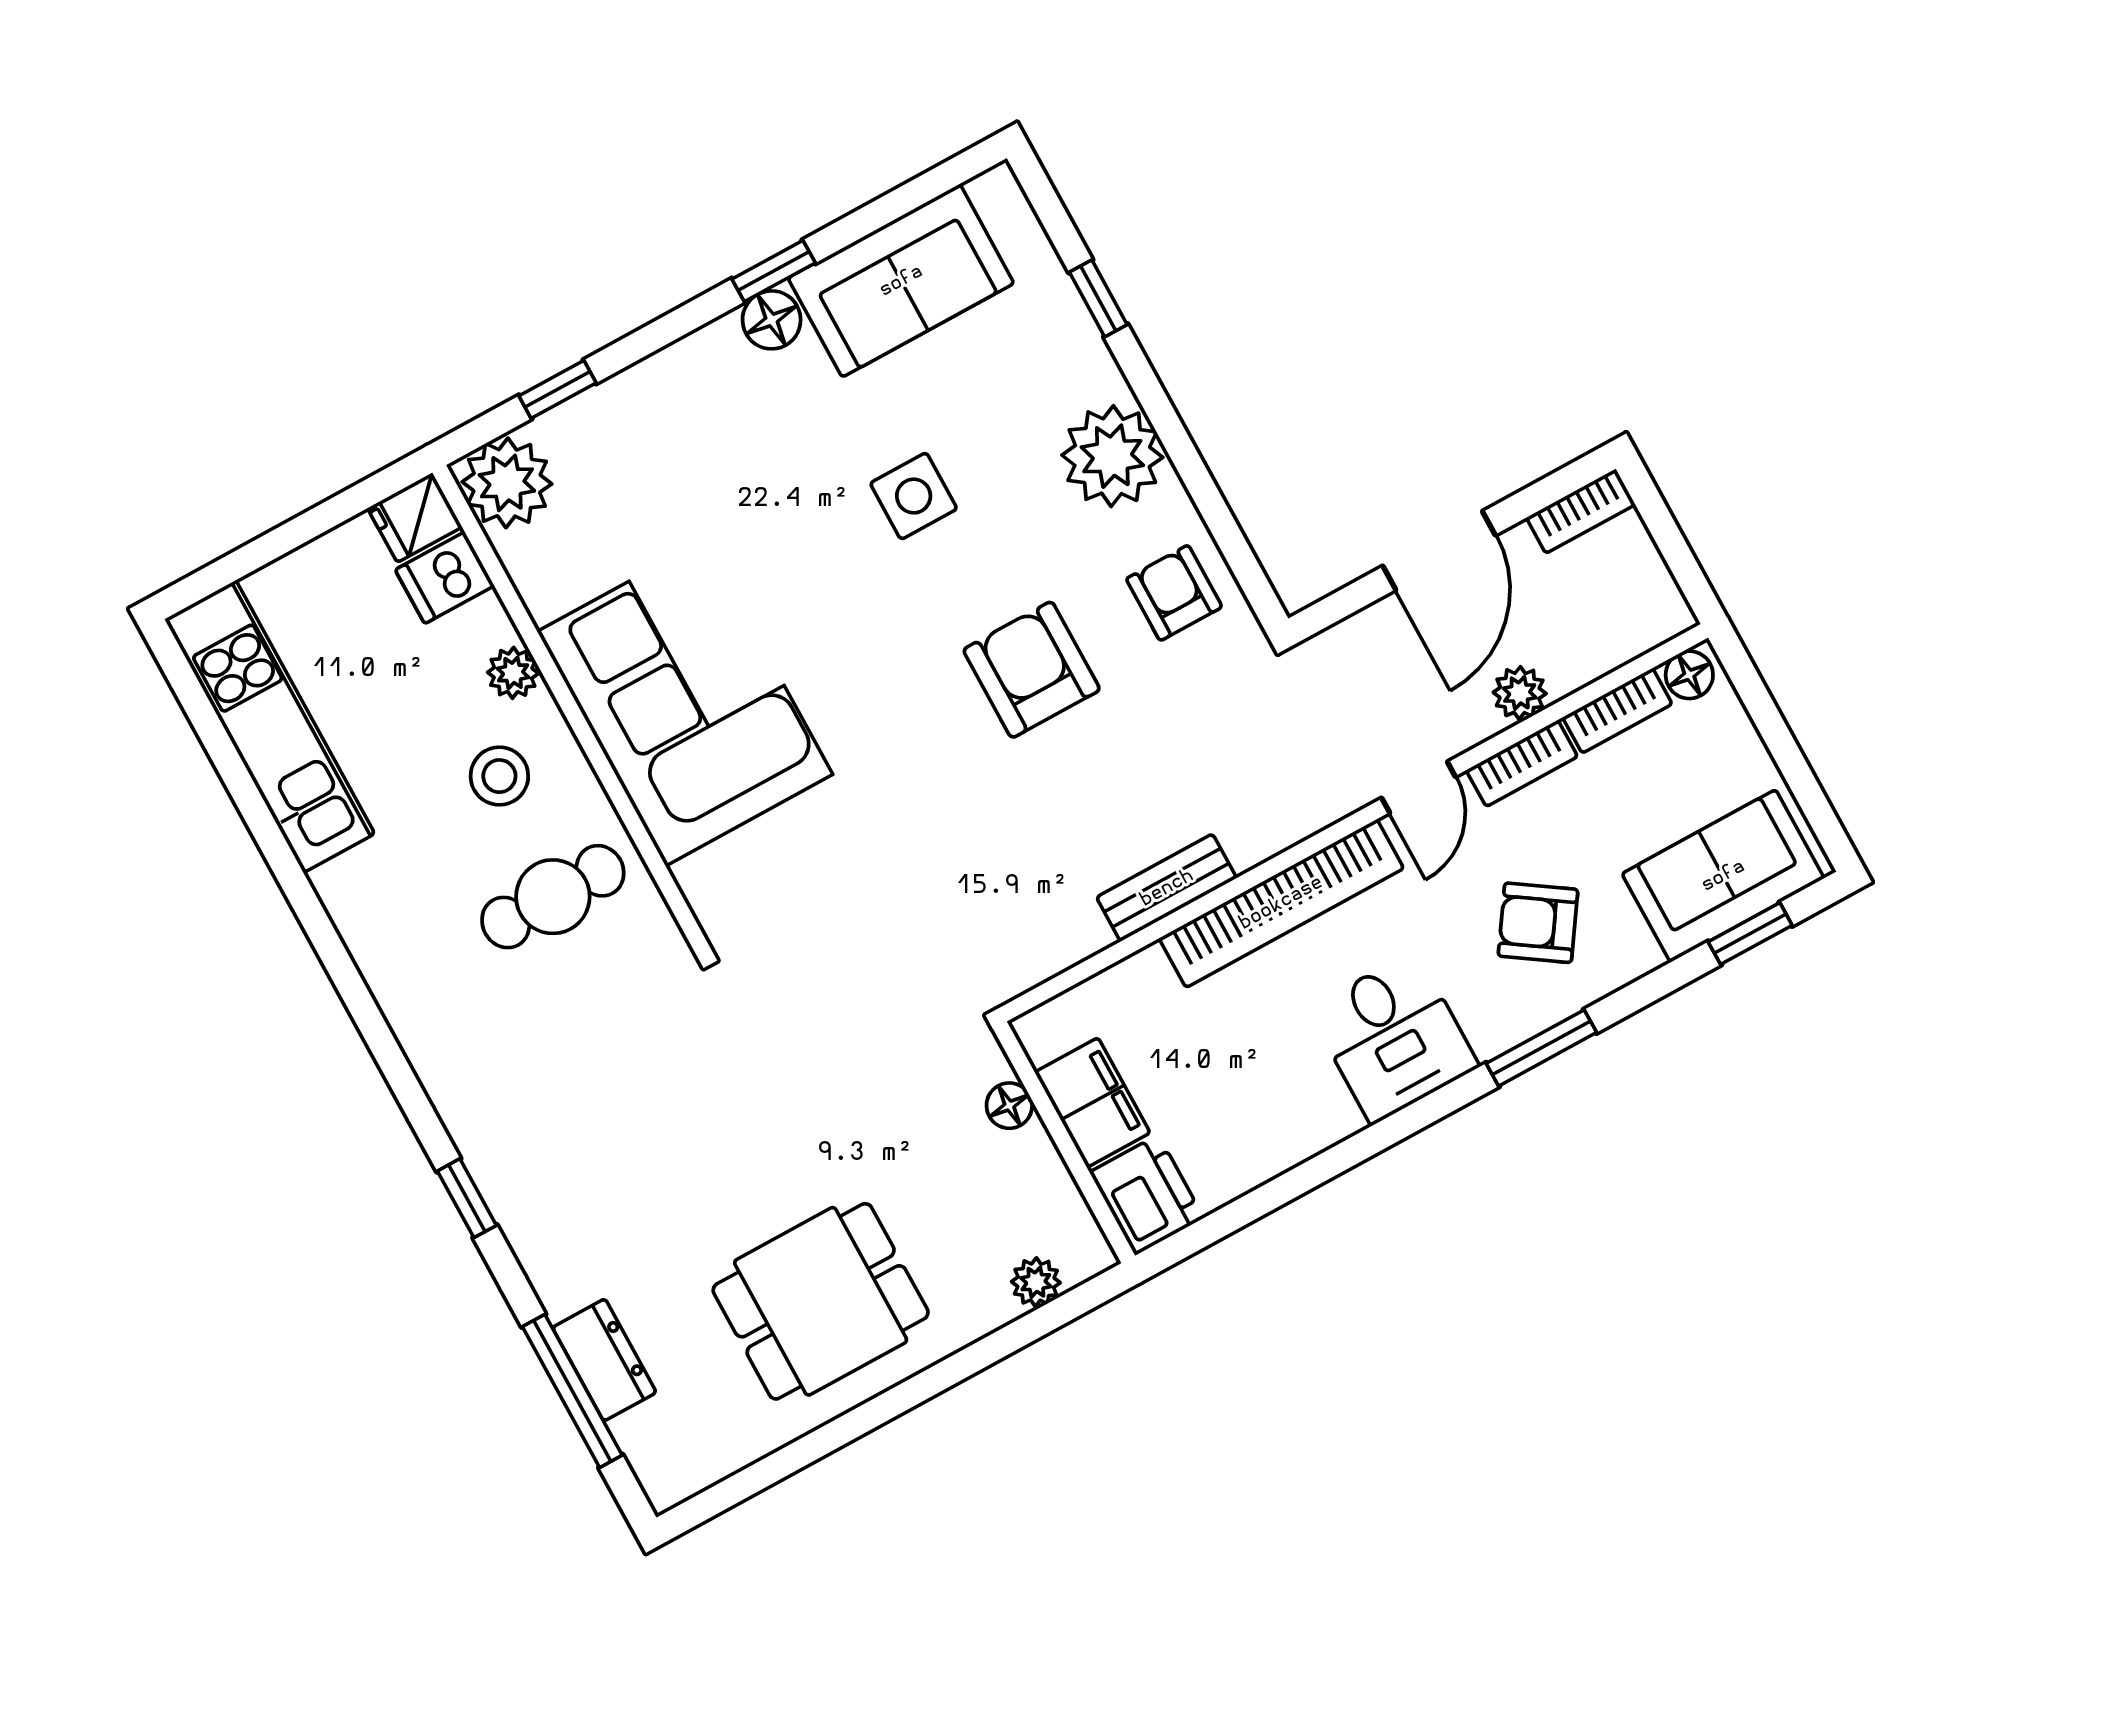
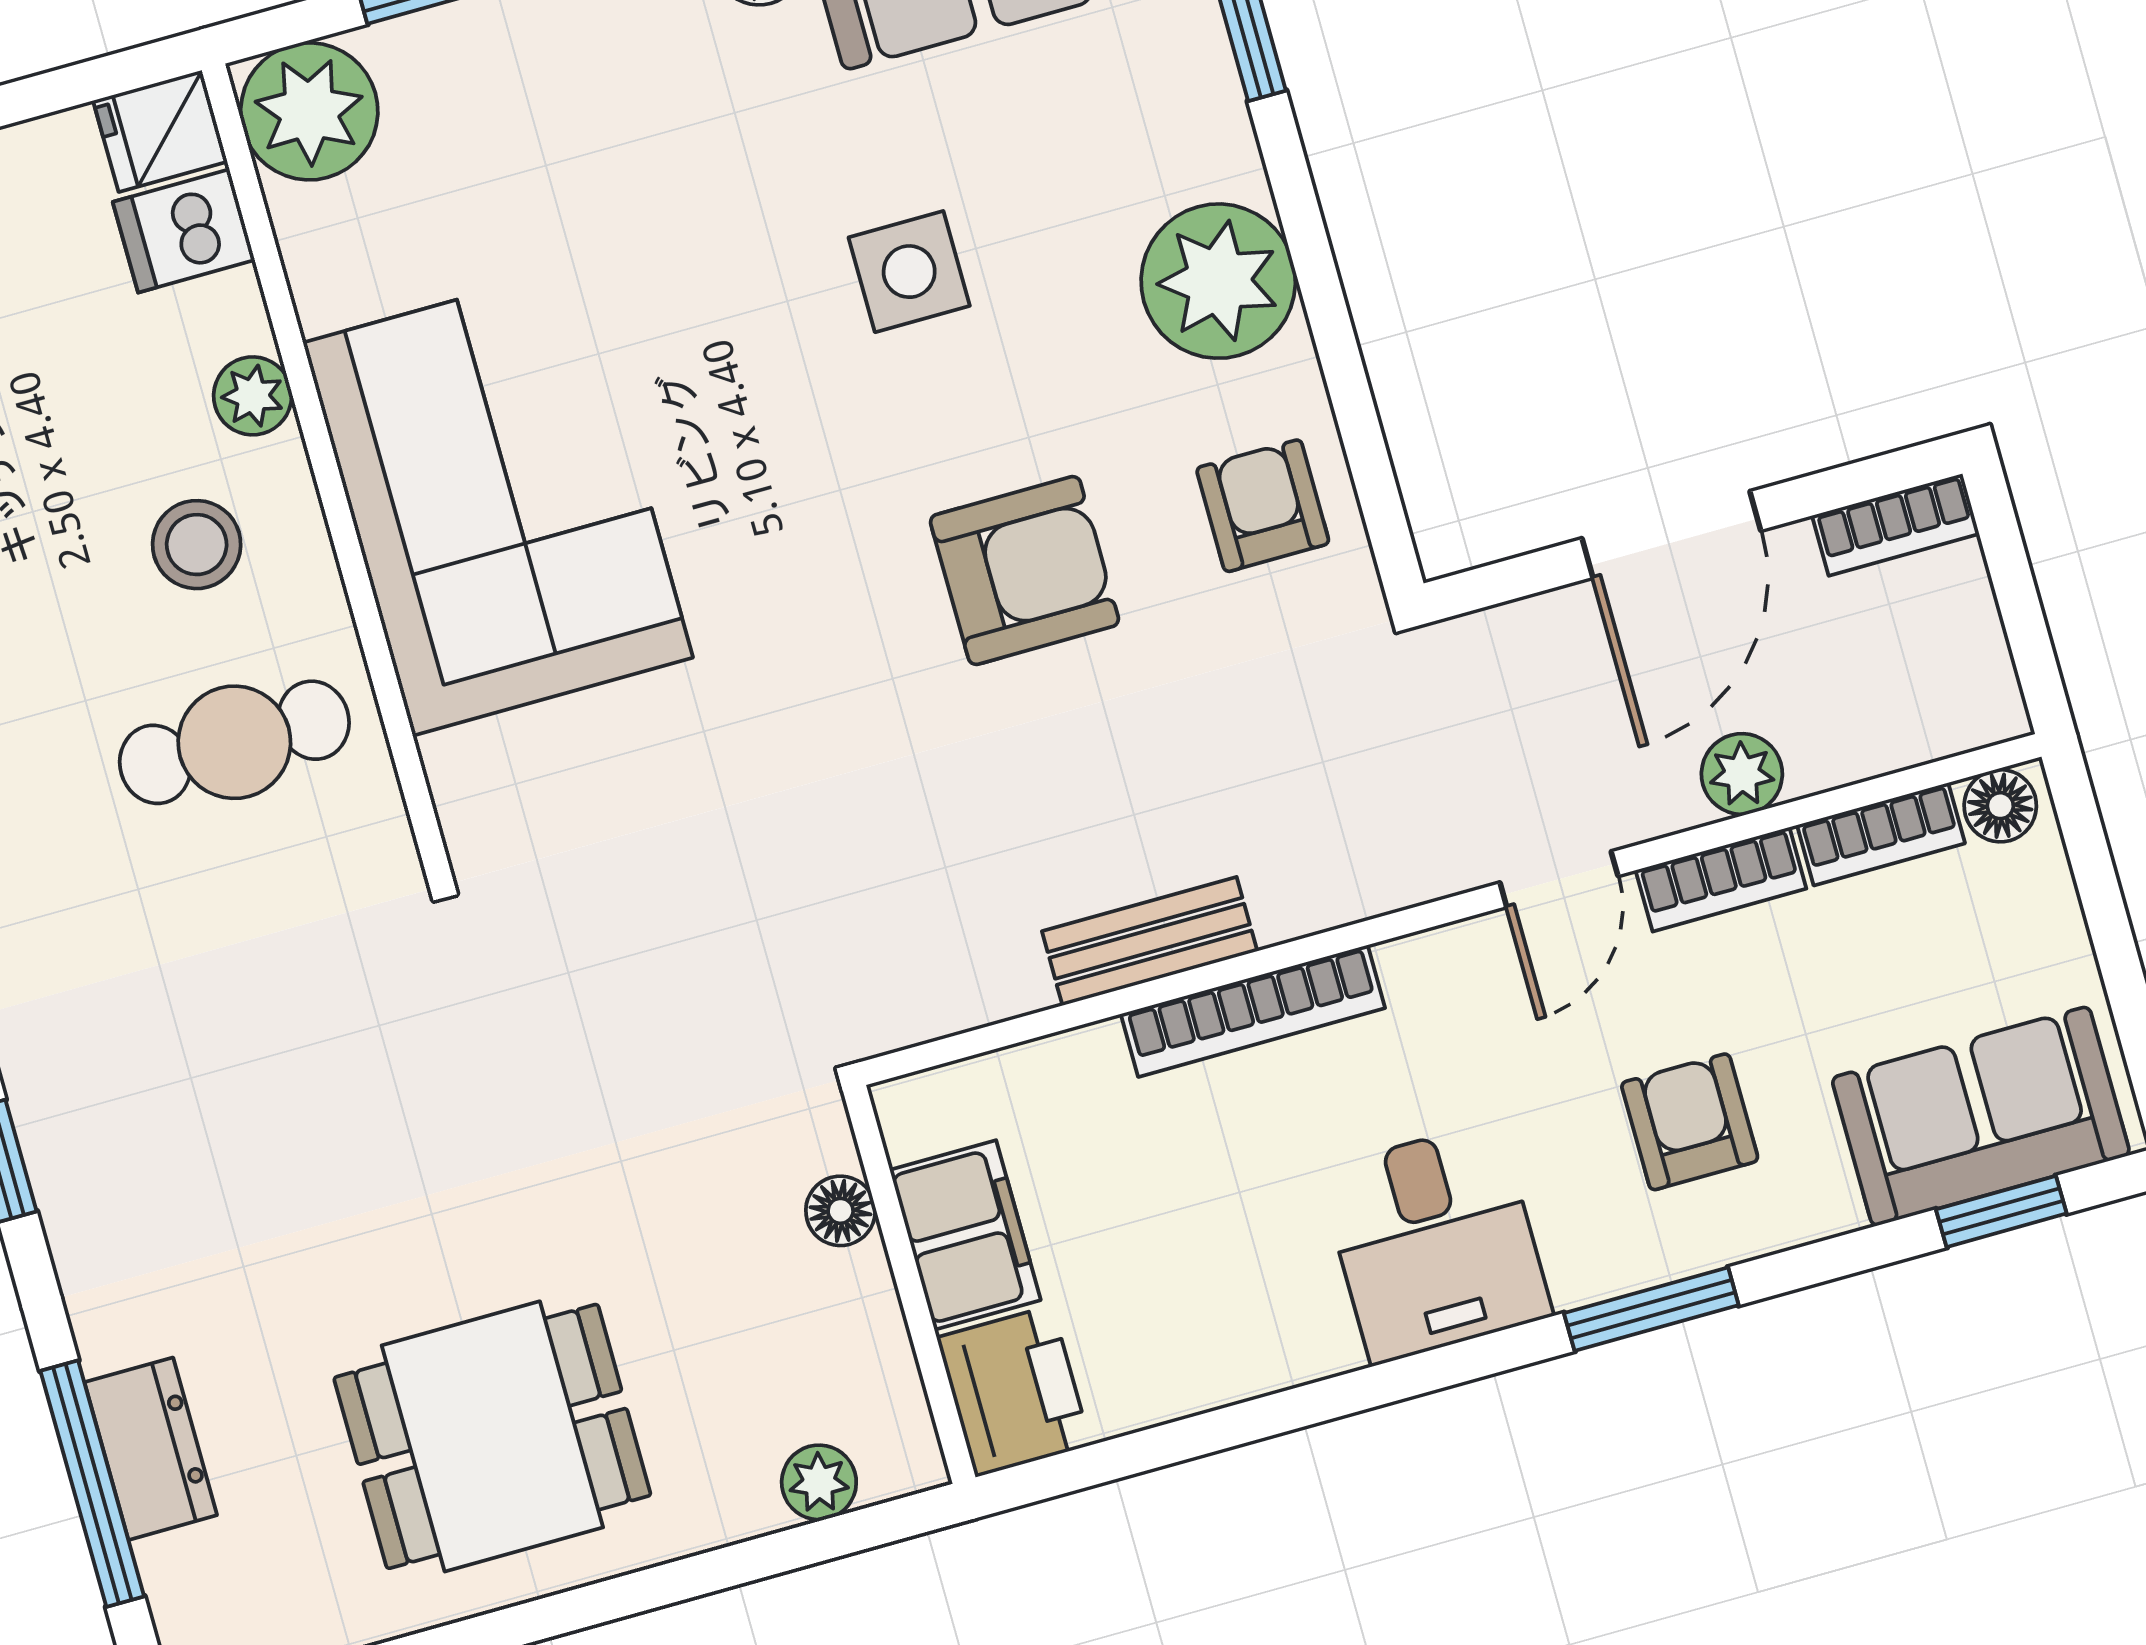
armchair: (1032, 670) -> (1024, 571), turned 90
bookcase: (1281, 903) -> (1253, 1011), width x0.68, depth x0.76
armchair: (1538, 923) -> (1690, 1122), turned 56

